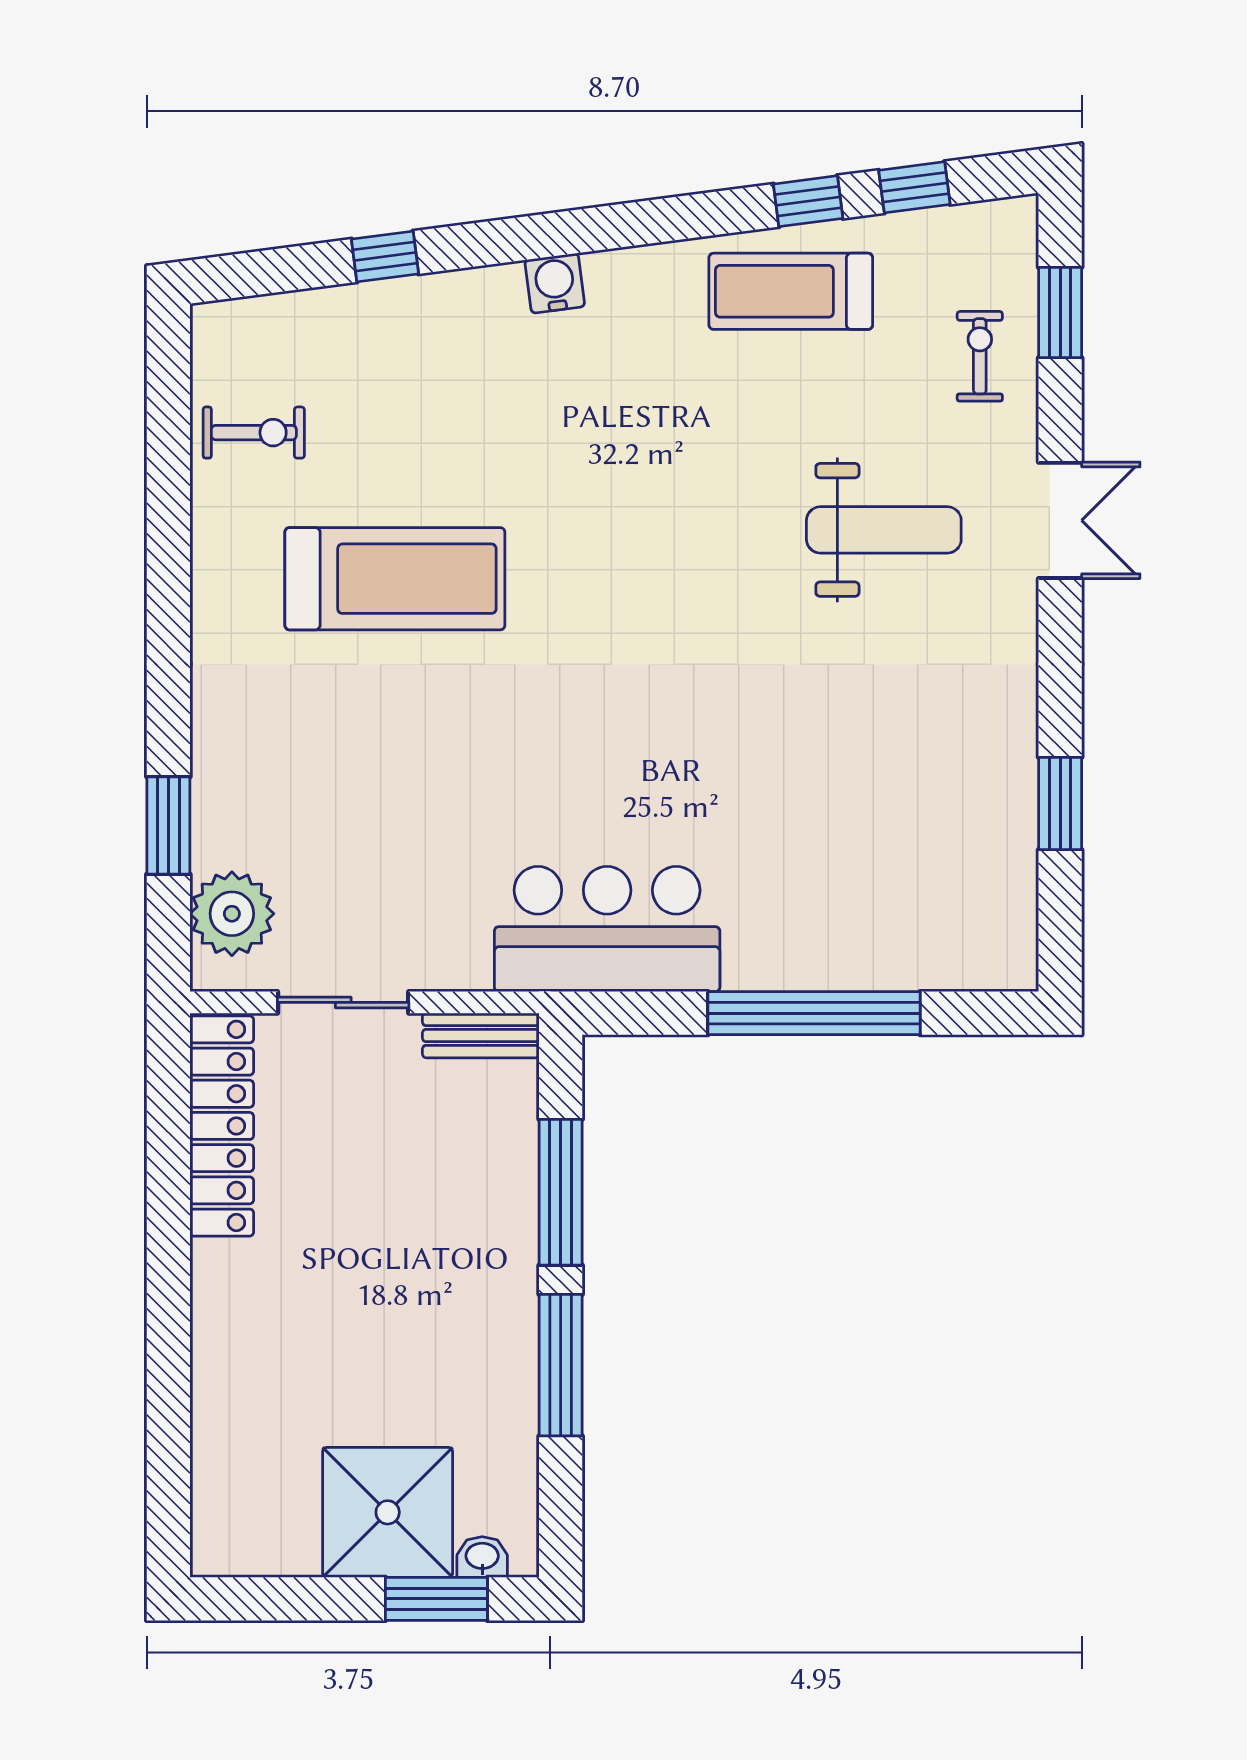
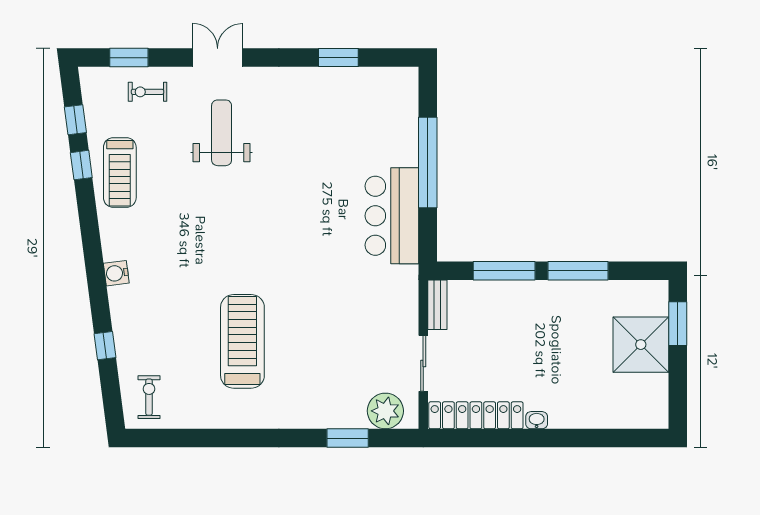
exercise bike: (254, 433) -> (149, 397), moved
bar counter: (607, 929) -> (392, 216), moved
washbasin: (482, 1557) -> (537, 420), moved, turned 90

